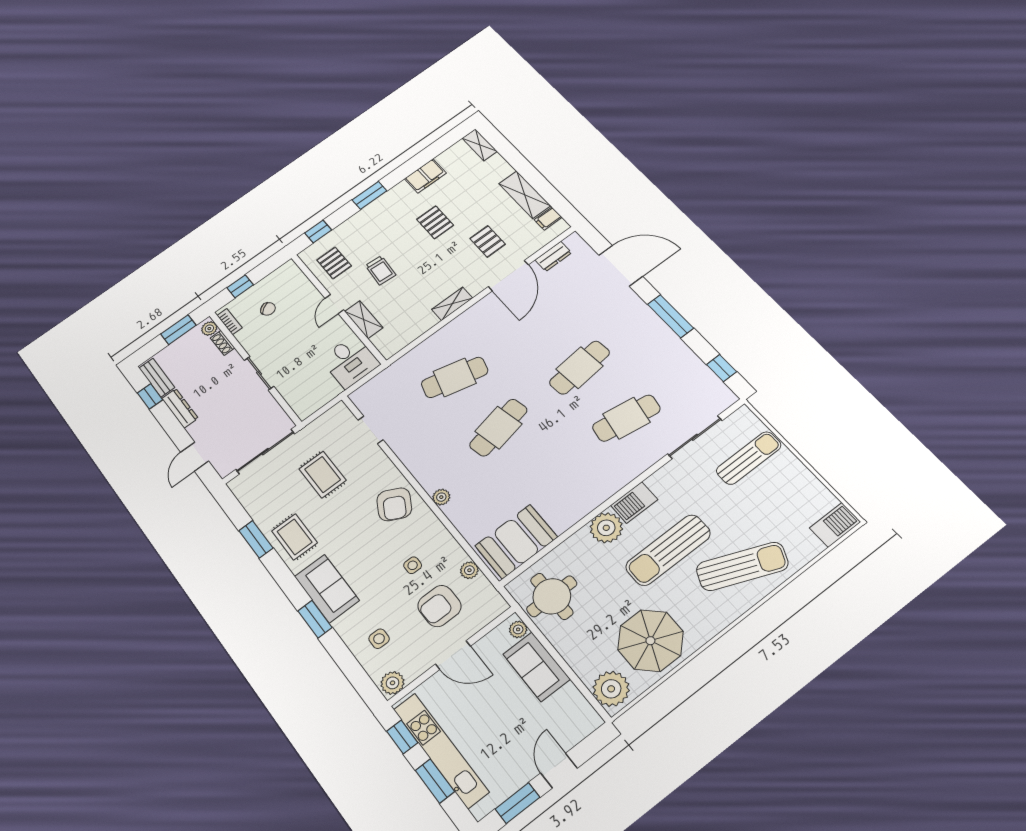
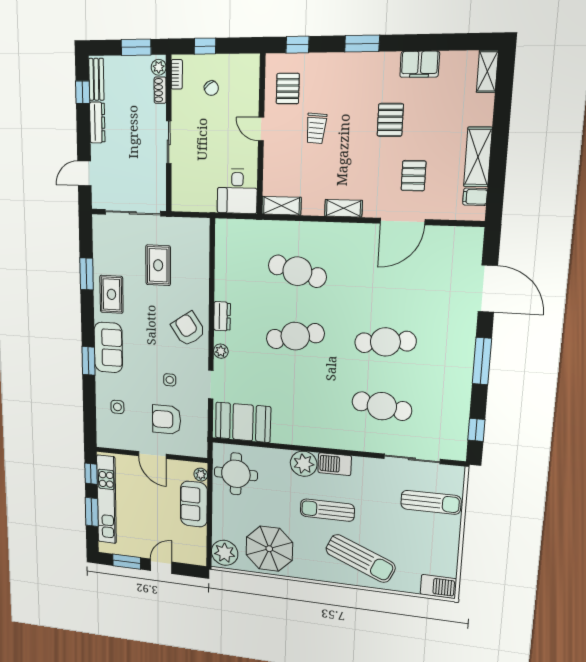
dresser: (553, 256) -> (222, 316), moved, turned -90
door: (334, 304) -> (261, 129), hinge flipped
shelving: (364, 320) -> (281, 206), moved, turned 90
doorway: (371, 430) -> (211, 385), moved
armchair: (394, 504) -> (188, 329), turned 118
sun lounger: (668, 550) -> (327, 510), width x0.73, depth x0.75
plant: (469, 570) -> (201, 414), removed
plant: (393, 683) -> (107, 439), removed

